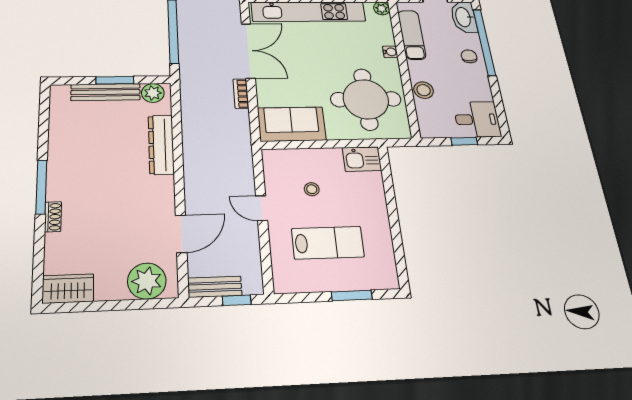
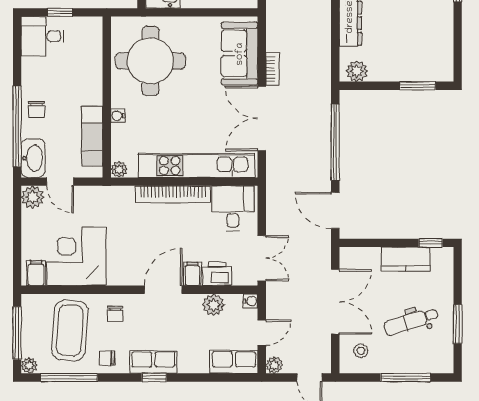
window: (115, 80) -> (418, 86), moved
stool: (424, 90) -> (91, 70), removed
bench: (106, 92) -> (401, 73), removed
sofa: (292, 124) -> (240, 54), moved, turned 90

